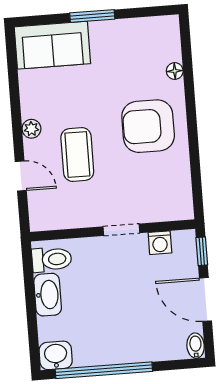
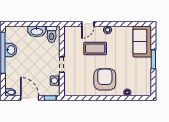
door: (205, 299) -> (30, 98), hinge flipped
washbasin: (56, 355) -> (11, 50), moved

